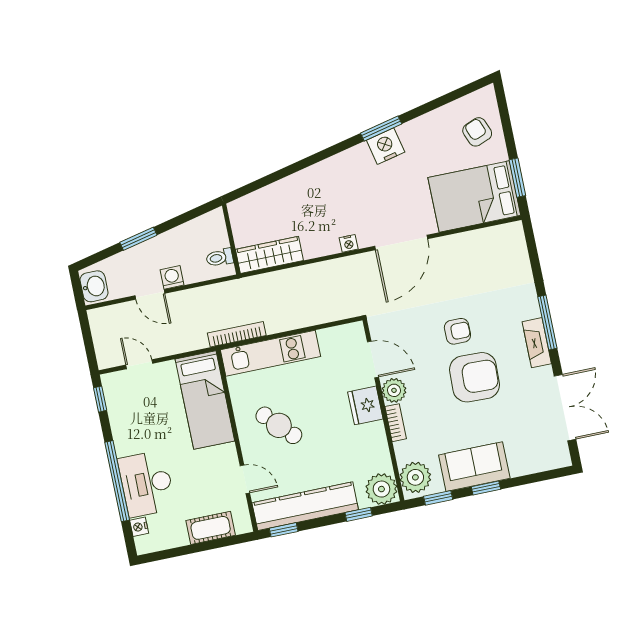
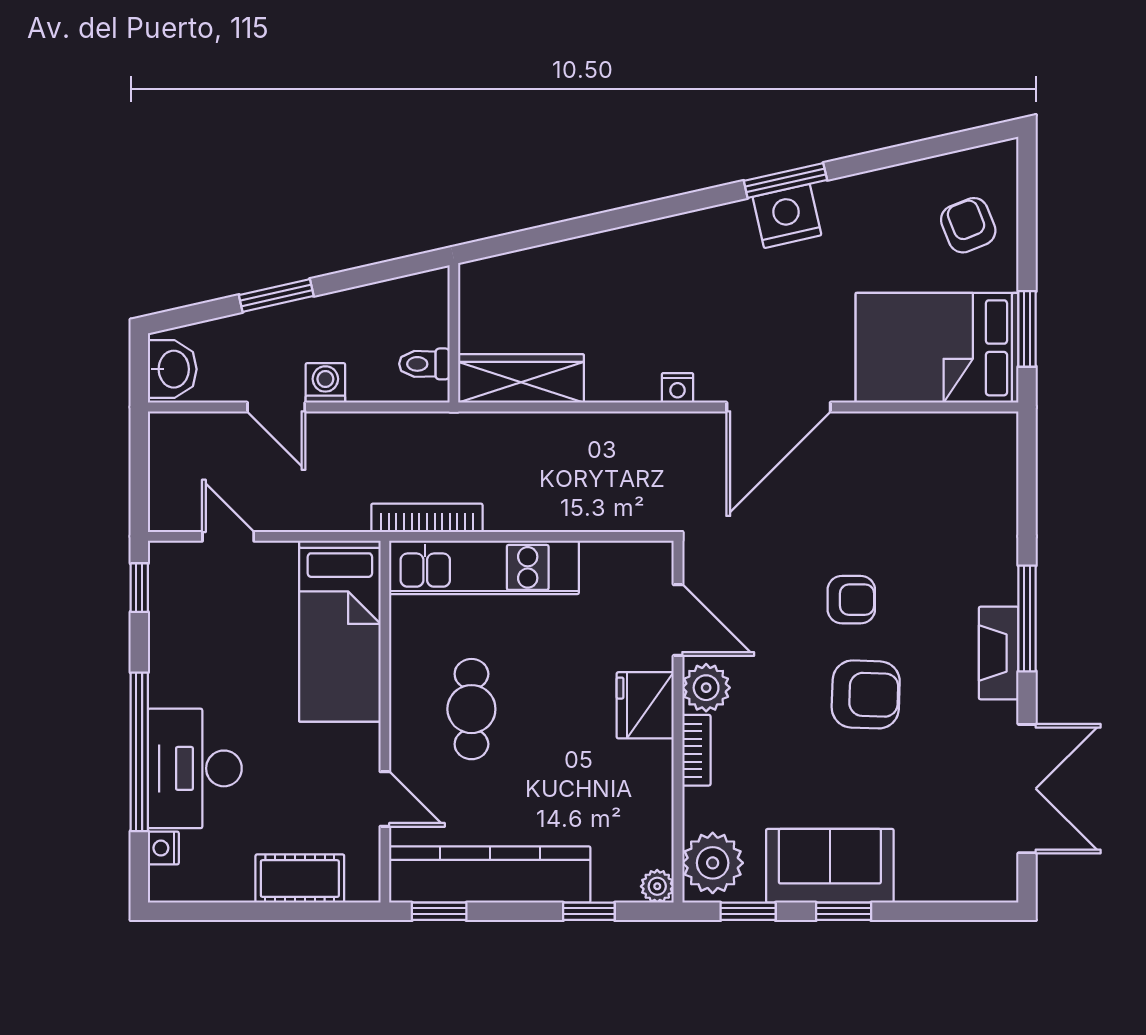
armchair: (475, 377) -> (866, 694), width x0.73, depth x0.73
cafe table: (279, 425) -> (471, 709), turned 44
plant: (381, 489) -> (657, 886), width x0.53, depth x0.53

